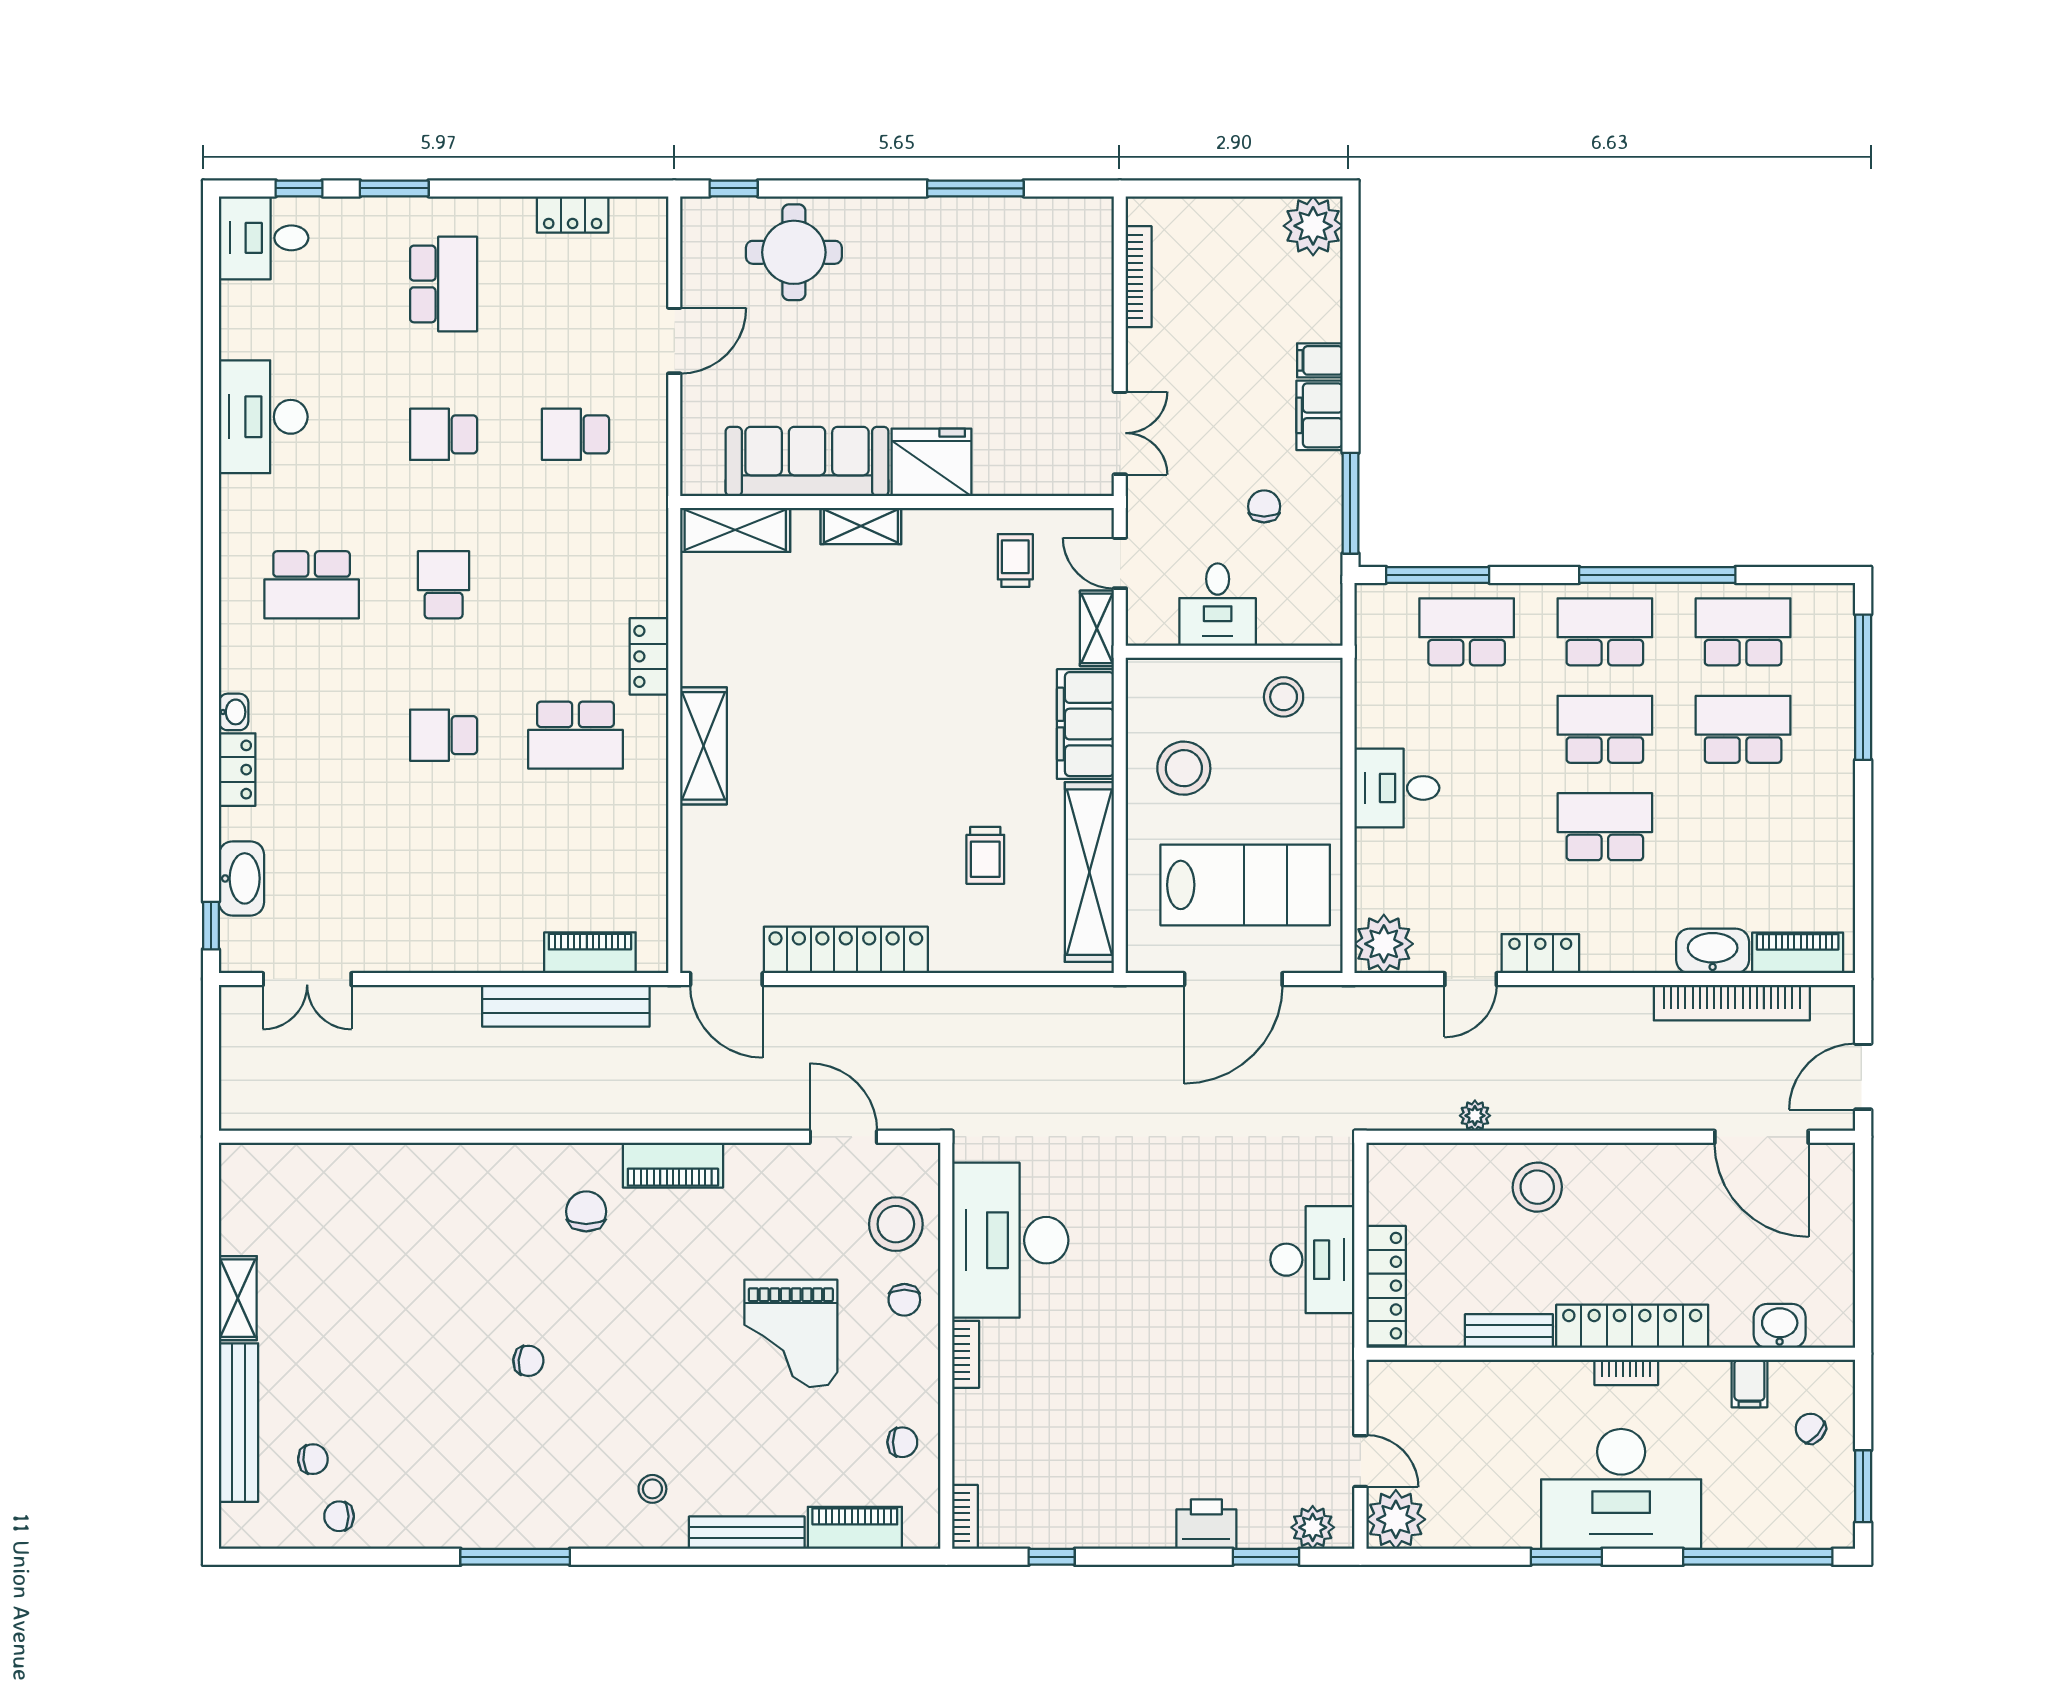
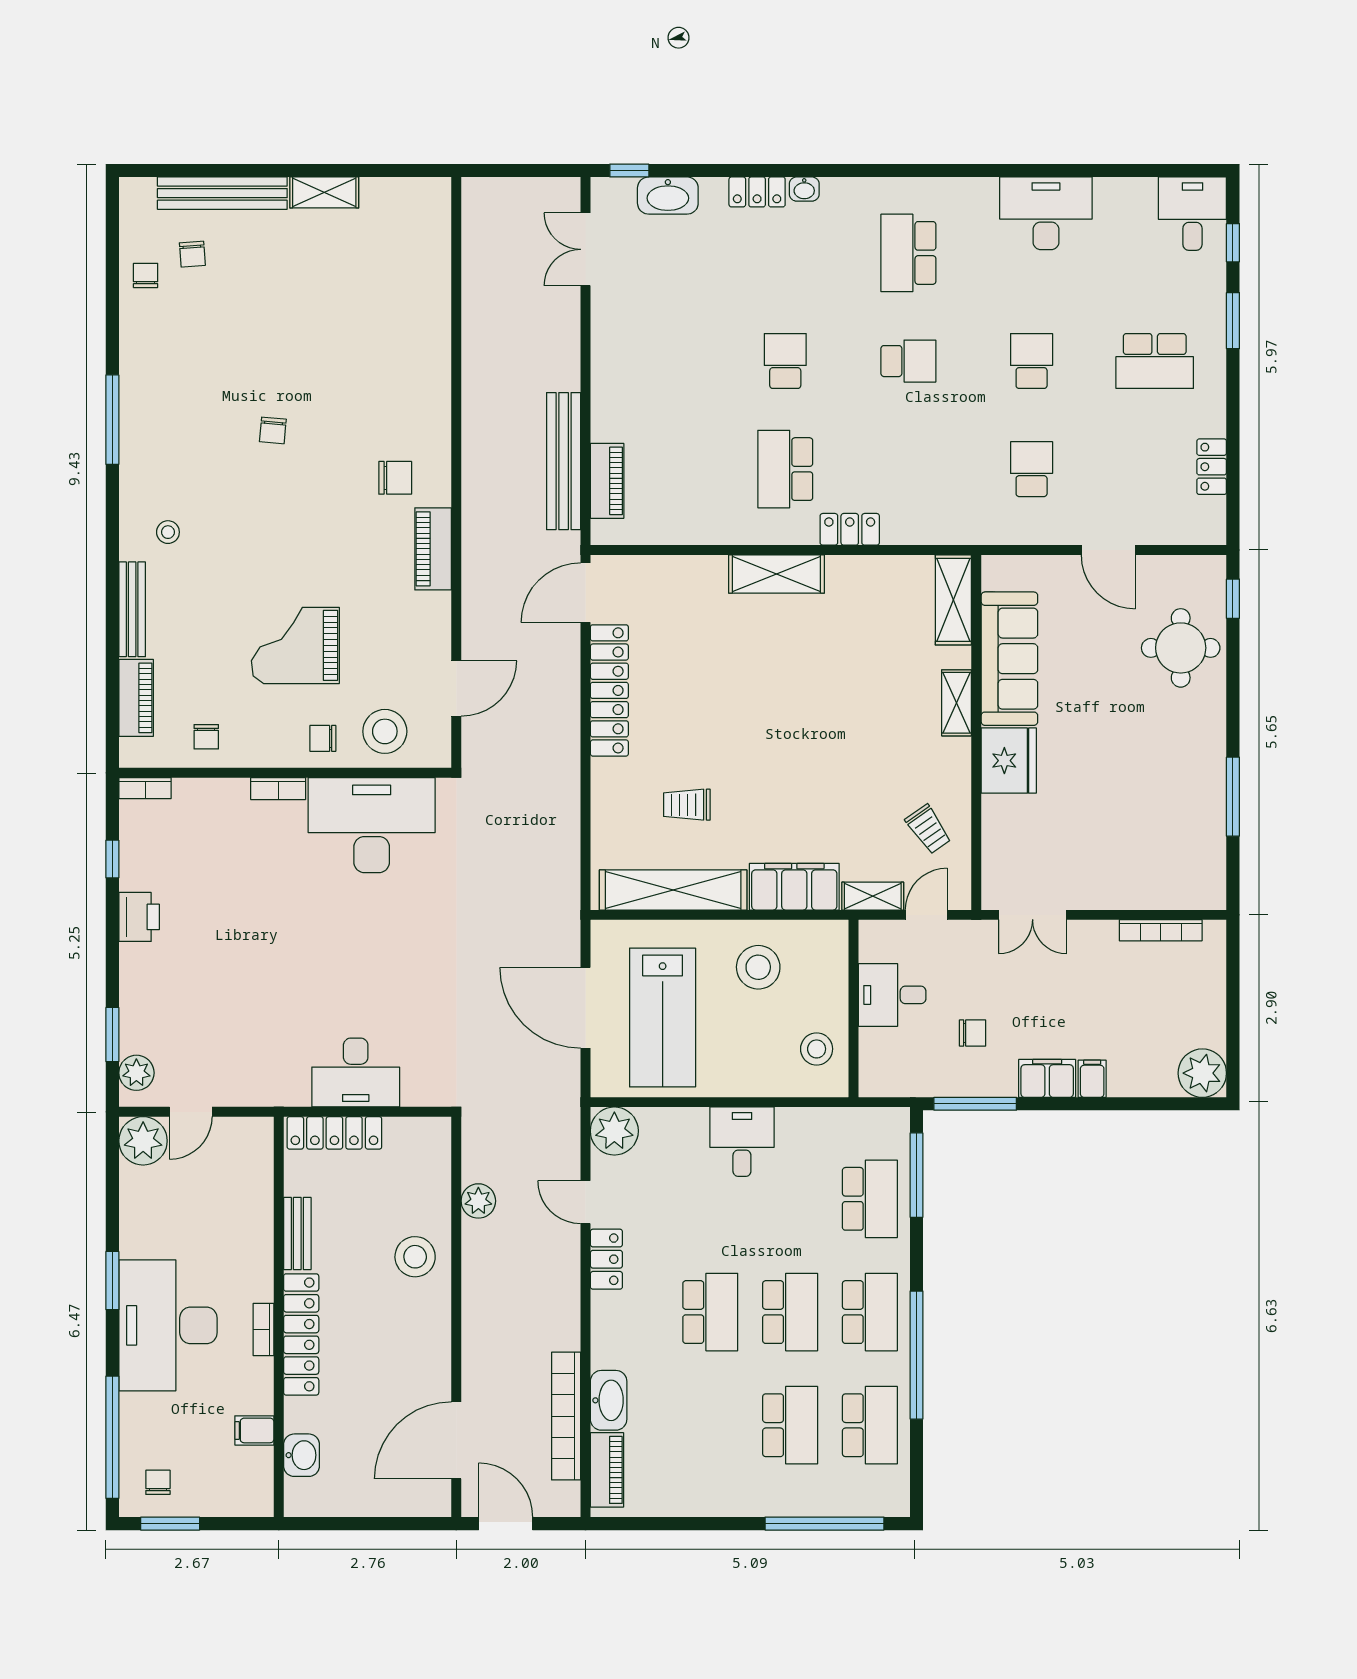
trolley: (1015, 560) -> (928, 829), turned 55
plant: (1475, 1116) -> (478, 1201), width x1.38, depth x1.38
chair: (1810, 1429) -> (158, 1482), moved, turned -41
printer: (1206, 1524) -> (139, 917), moved

